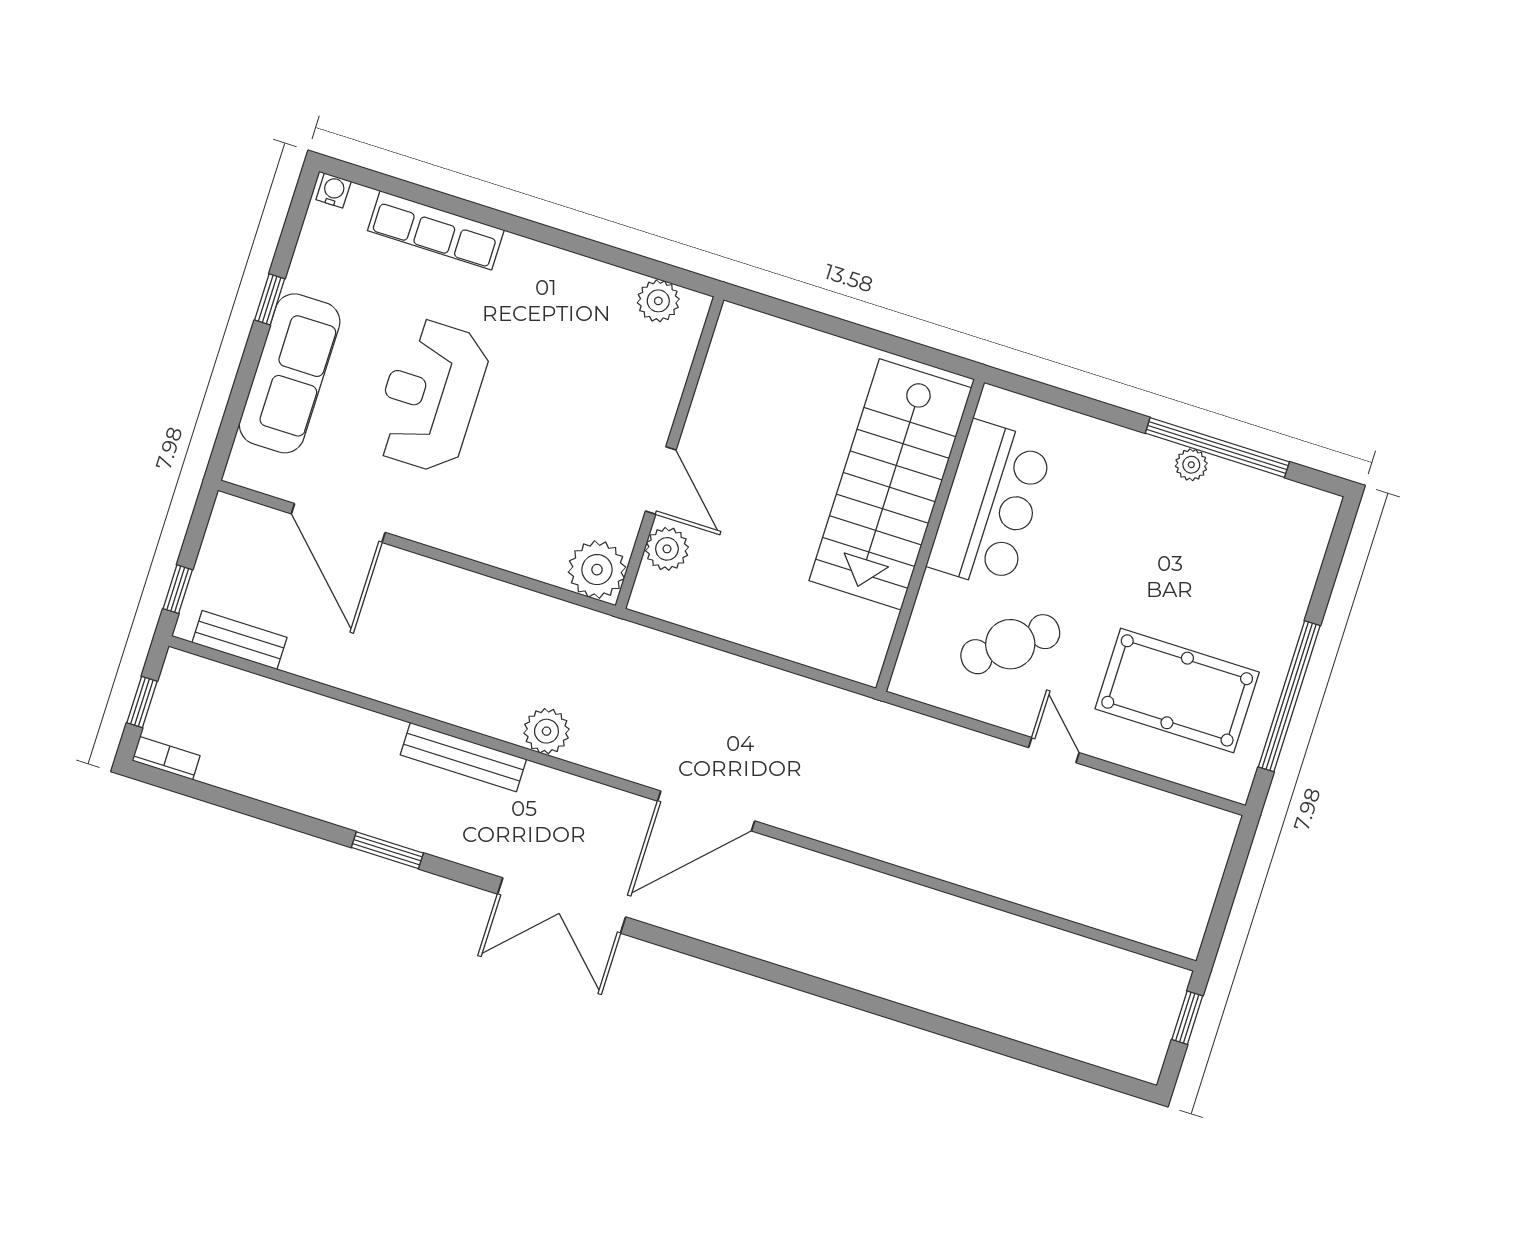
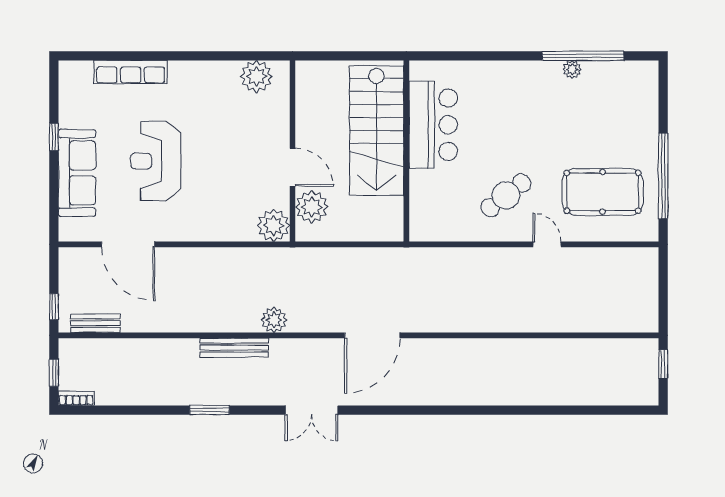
water cooler: (334, 191) -> (70, 68), removed
plant: (658, 301) -> (257, 76), width x1.36, depth x1.36
stairs: (890, 484) -> (377, 131), moved
bar counter: (990, 505) -> (433, 125), moved
wall: (930, 535) -> (406, 151), moved
plant: (667, 549) -> (312, 207), width x1.36, depth x1.36
double door: (562, 906) -> (311, 410), width x0.73

